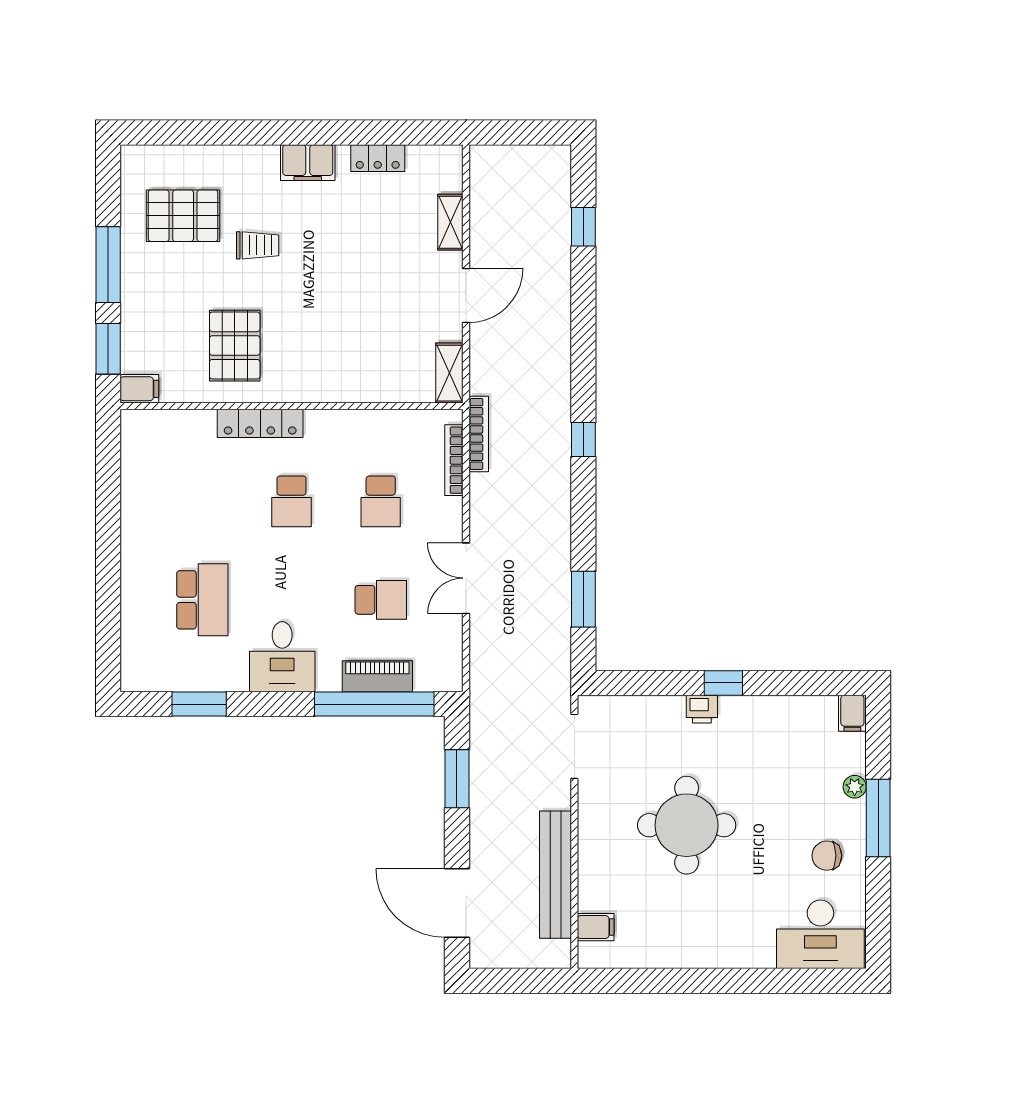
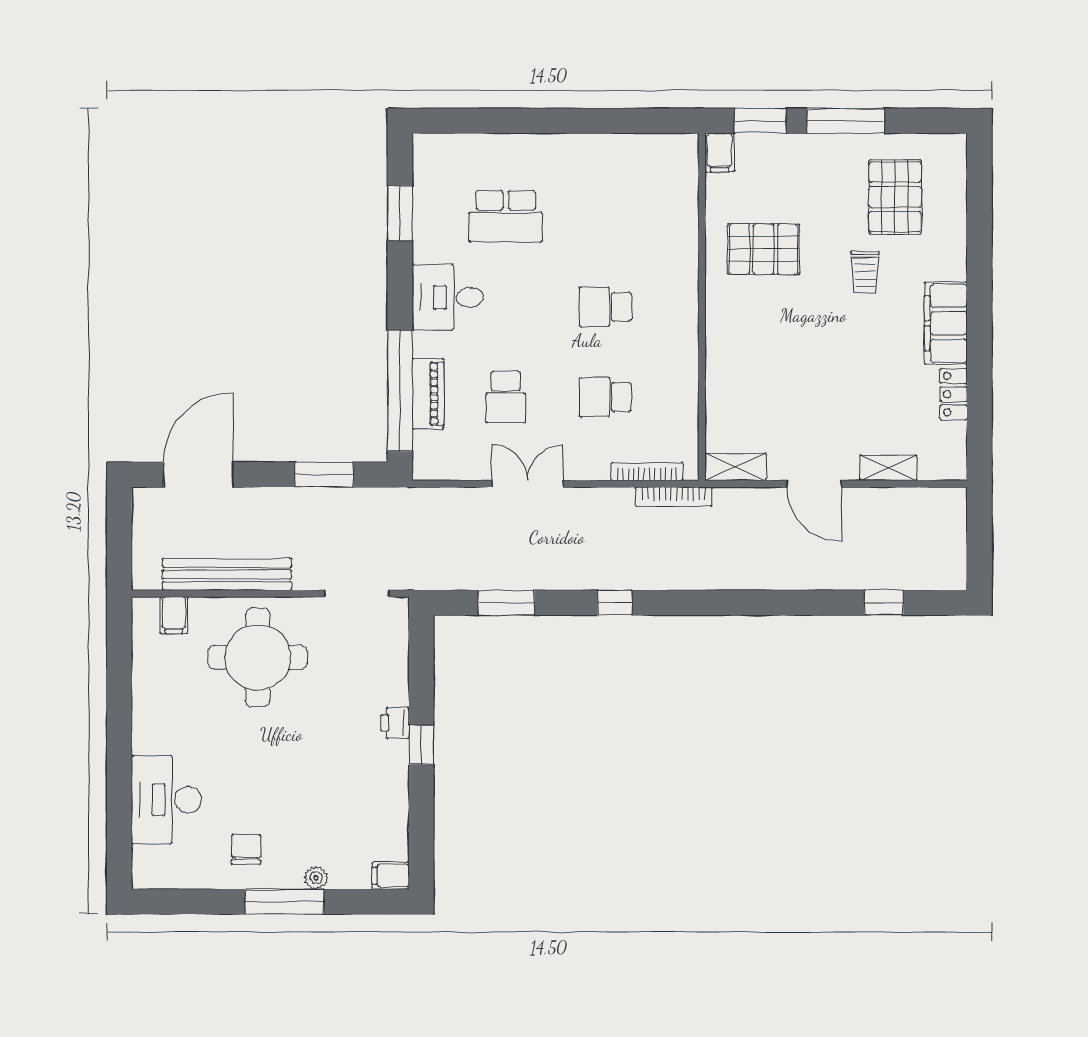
filing cabinet: (308, 163) -> (946, 323), width x1.50, depth x1.17
locker: (260, 423) -> (684, 275), removed
window: (583, 439) -> (615, 603), moved
round table: (687, 825) -> (258, 657), moved
desk: (820, 934) -> (166, 800), moved

